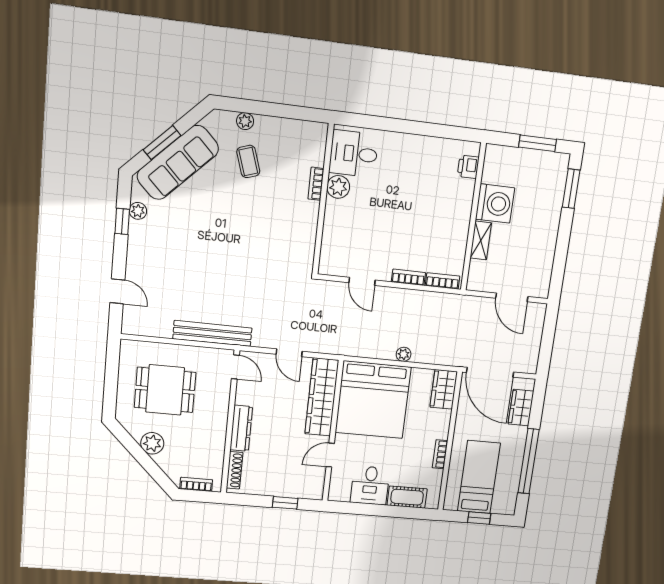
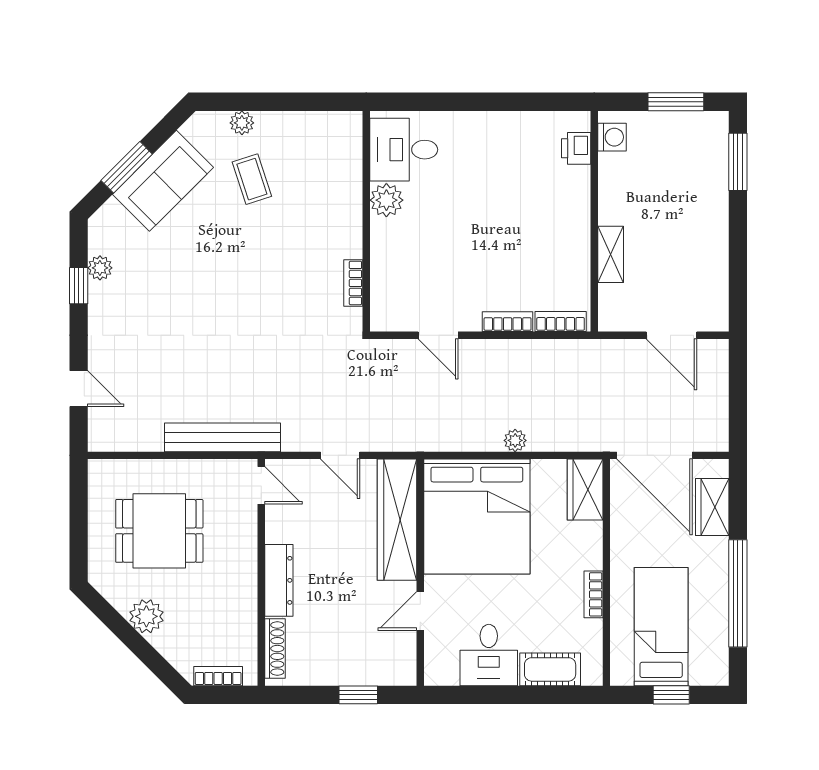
sofa: (178, 162) -> (163, 181), width x0.73
bookcase: (316, 184) -> (353, 283), moved
washing machine: (495, 204) -> (612, 137), moved, width x0.53, depth x0.53

